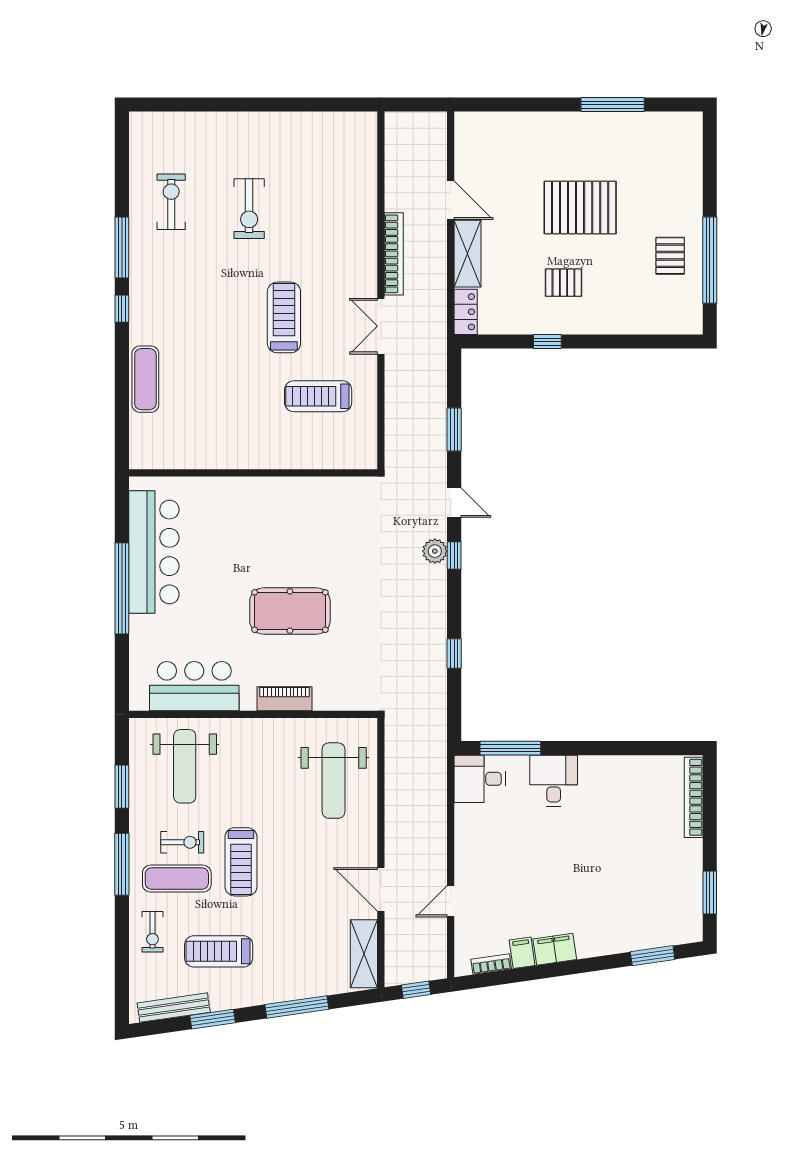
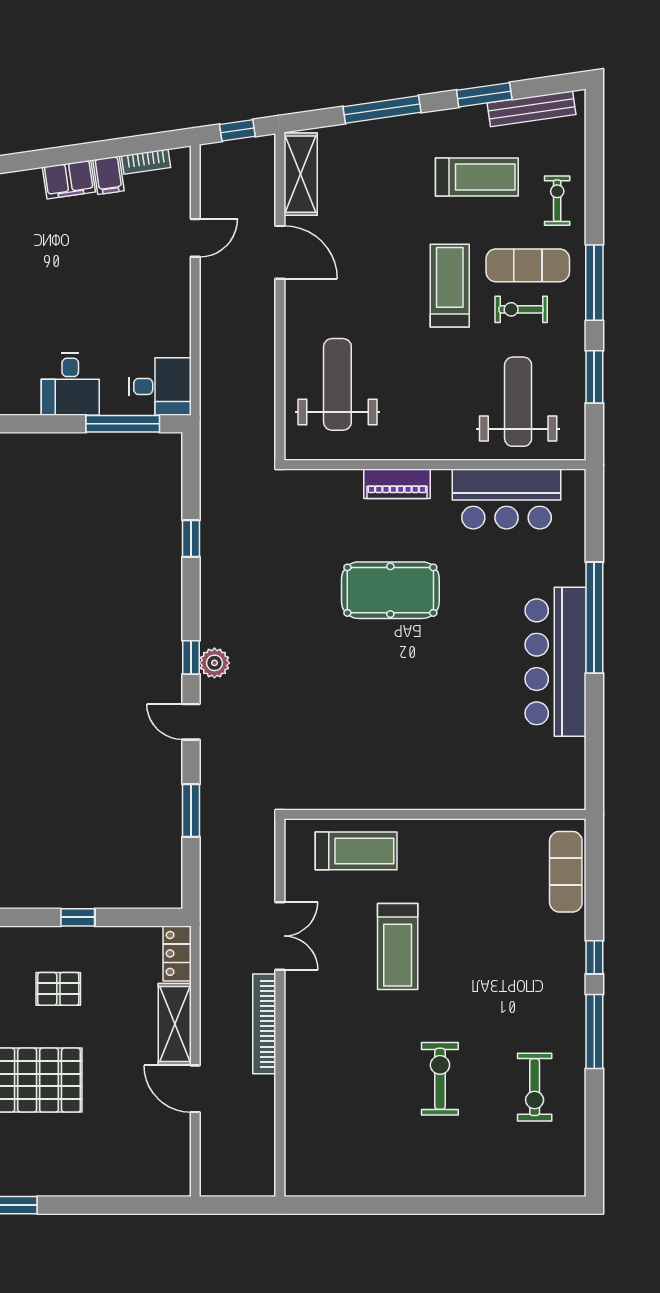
wall: (253, 473) -> (435, 814), moved

